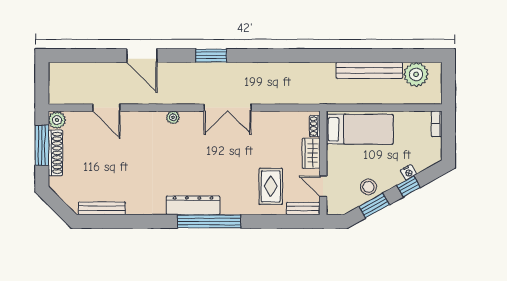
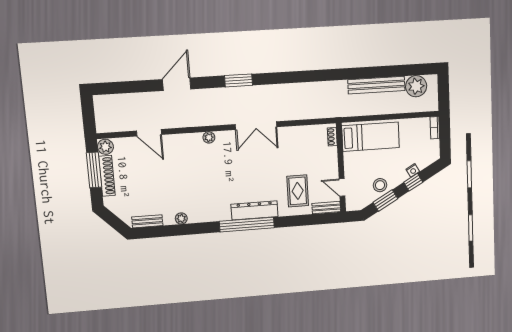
door: (142, 56) -> (177, 84), swing flipped
wardrobe: (311, 153) -> (330, 160), removed
dresser: (193, 205) -> (255, 210), moved
bench: (102, 208) -> (147, 221), width x0.73
plant: (134, 208) -> (181, 218), added

